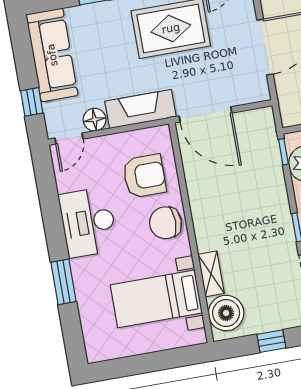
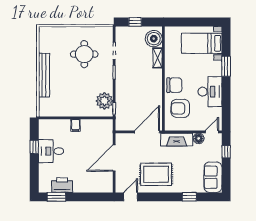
sofa: (52, 55) -> (213, 177), width x0.73
door: (205, 114) -> (147, 132), hinge flipped
bed with nightstands: (156, 299) -> (202, 43), moved, turned 180

